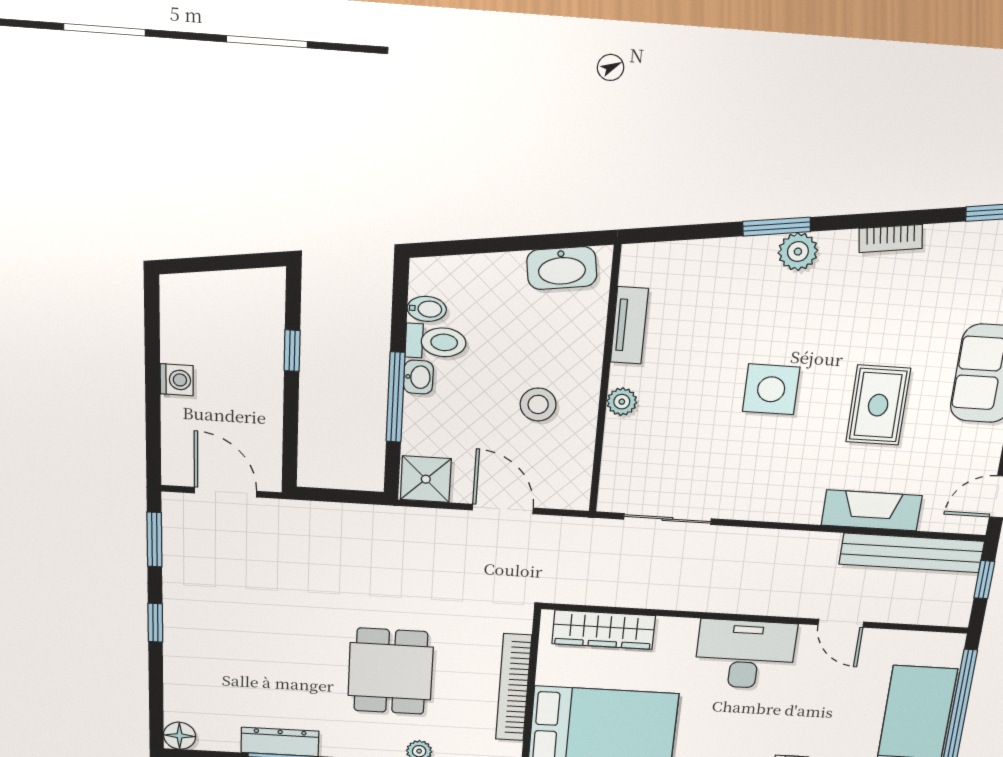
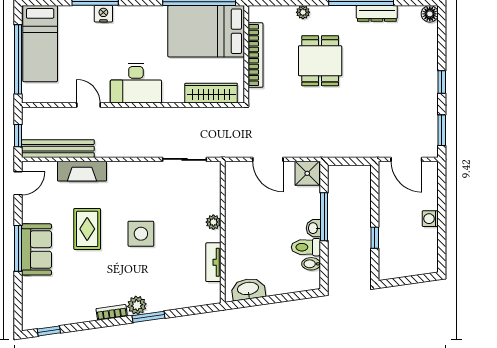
bookcase: (891, 238) -> (112, 312), moved
stool: (538, 404) -> (254, 218), removed

